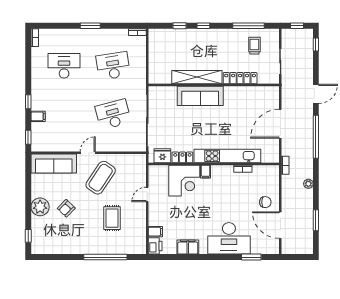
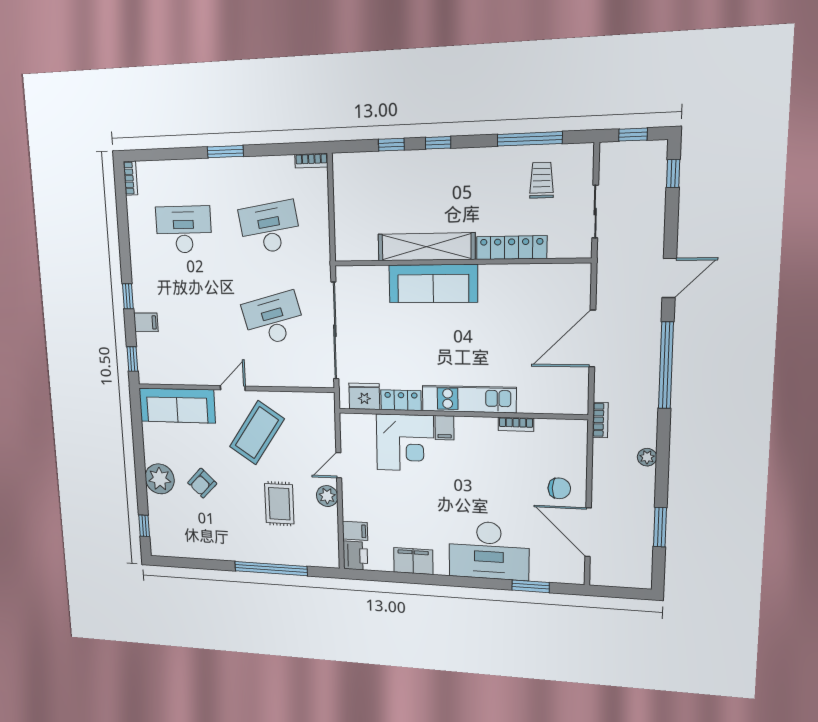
kitchen unit: (227, 156) -> (469, 399), width x0.73
plant: (140, 212) -> (327, 496), added

